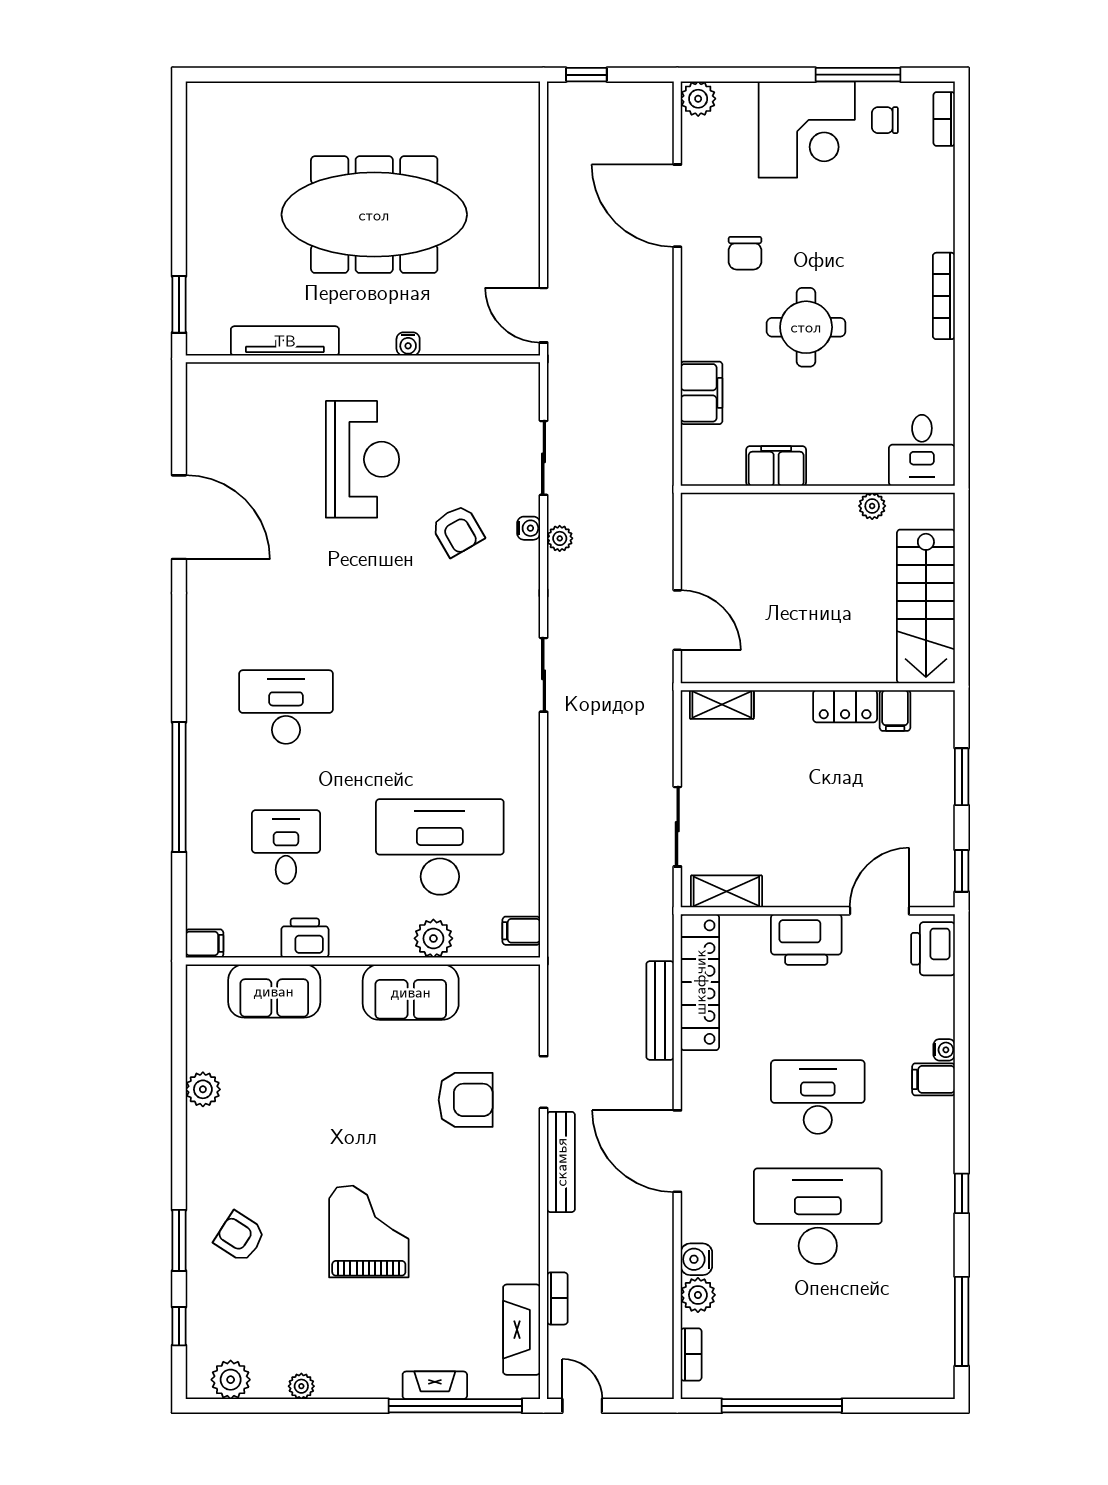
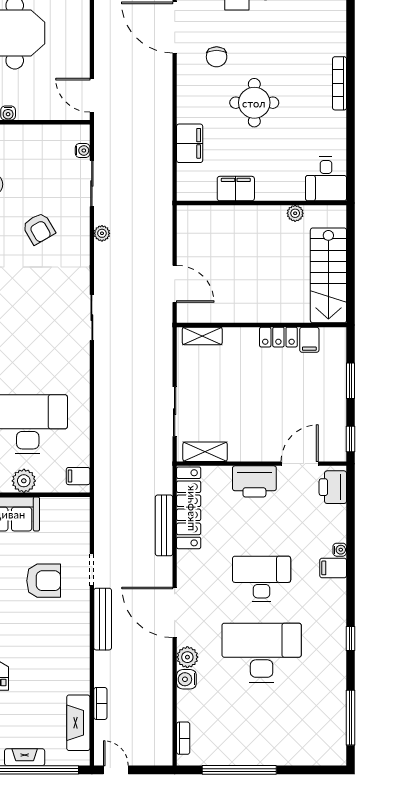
water cooler: (529, 528) -> (83, 150), moved
plant: (698, 1295) -> (187, 657), moved

